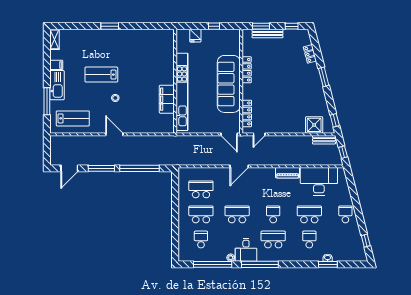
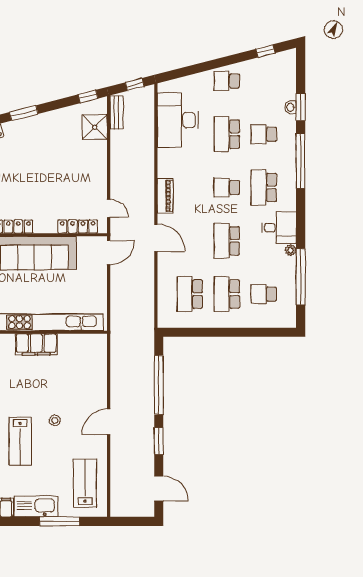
filing cabinet: (167, 99) -> (36, 345), moved
window: (101, 168) -> (159, 441), width x0.69
piano: (288, 173) -> (165, 196), moved
window: (260, 264) -> (301, 161), moved

